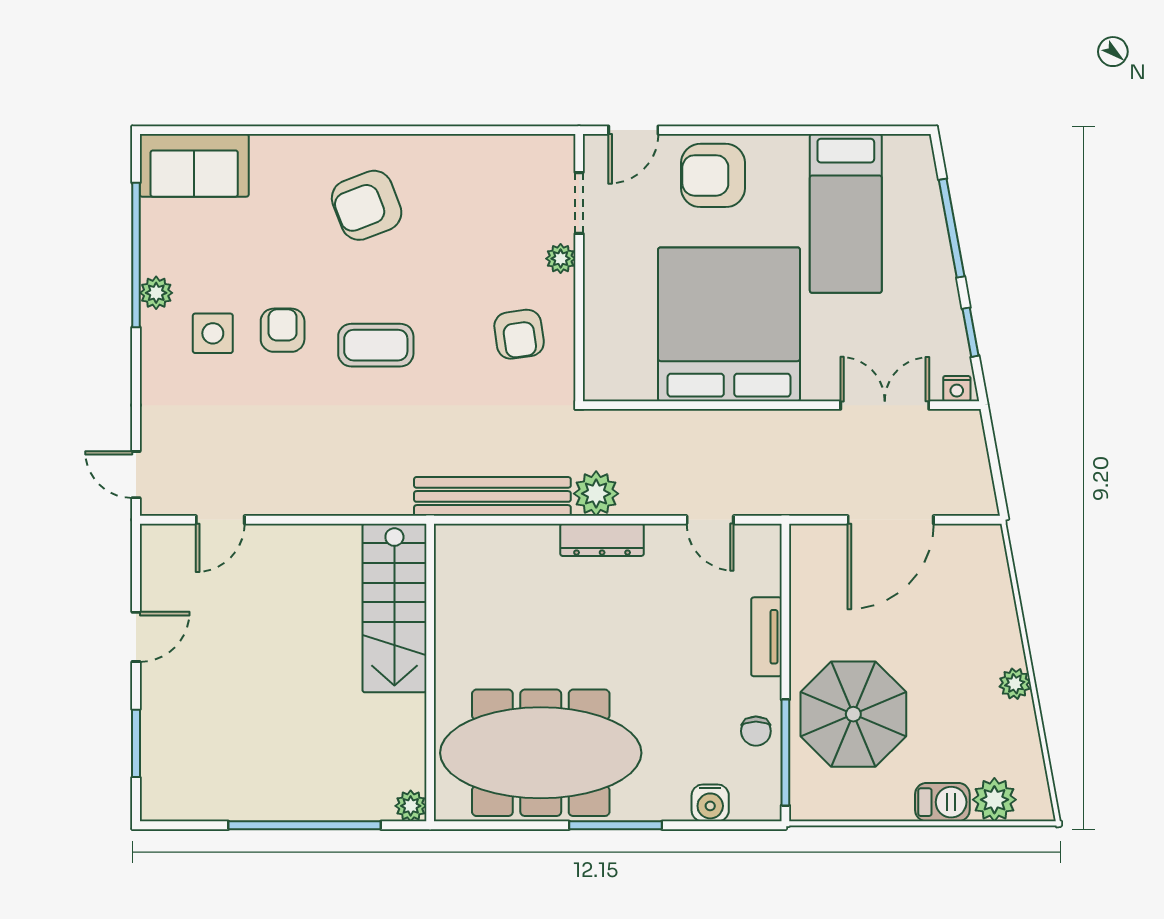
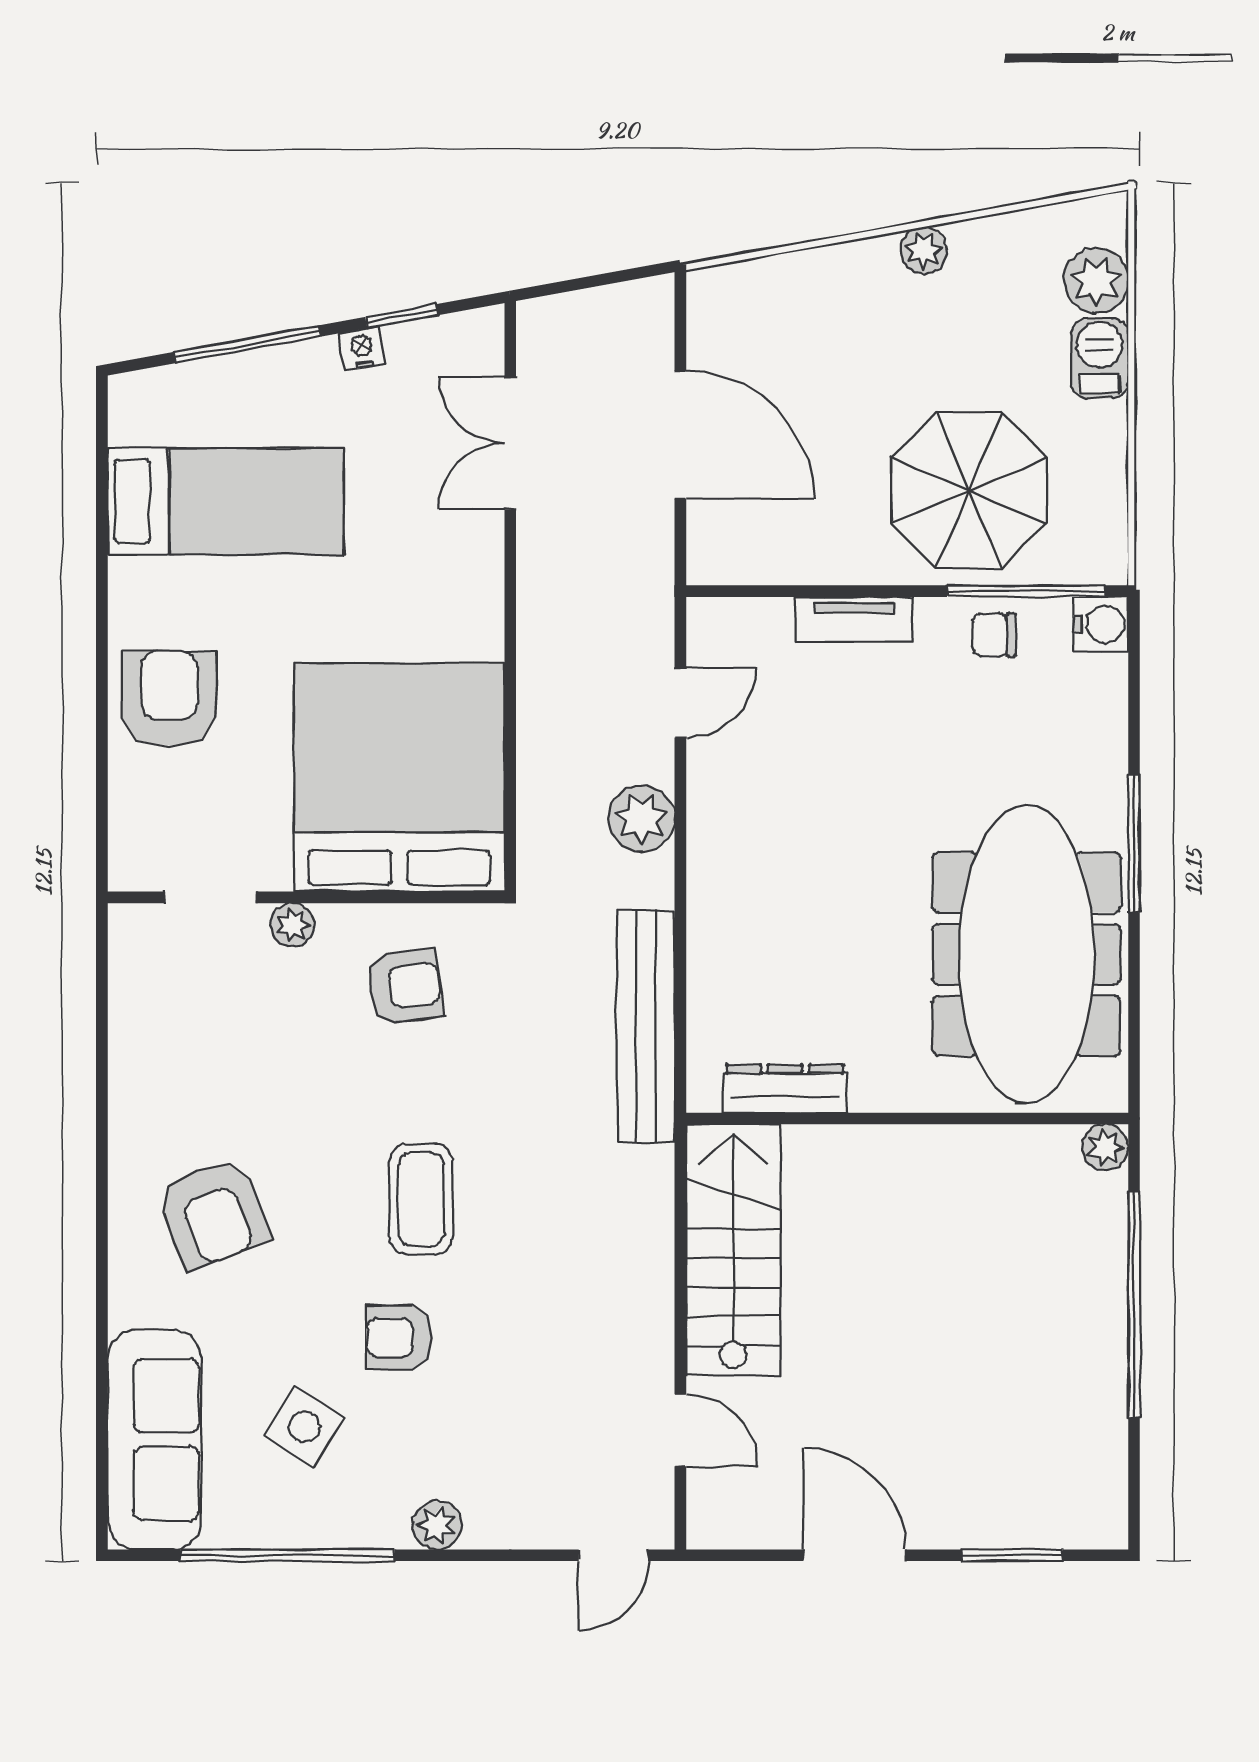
door: (633, 130) -> (102, 817), removed
sofa: (194, 165) -> (154, 1440), width x1.36
armchair: (713, 175) -> (169, 699), turned 180
plant: (156, 293) -> (437, 1525), moved
bed: (729, 324) -> (399, 777), moved, turned 90
side table: (213, 333) -> (304, 1427), moved, turned 32
nightstand: (957, 389) -> (362, 348), moved, turned -100
plant: (596, 494) -> (641, 819), moved
dresser: (602, 540) -> (785, 1089), moved, turned -90
stairs: (394, 608) -> (733, 1250), moved, turned -90
door: (136, 637) -> (854, 1555), width x1.38
chair: (756, 731) -> (994, 635), turned 180
water cooler: (710, 803) -> (1101, 624), moved

